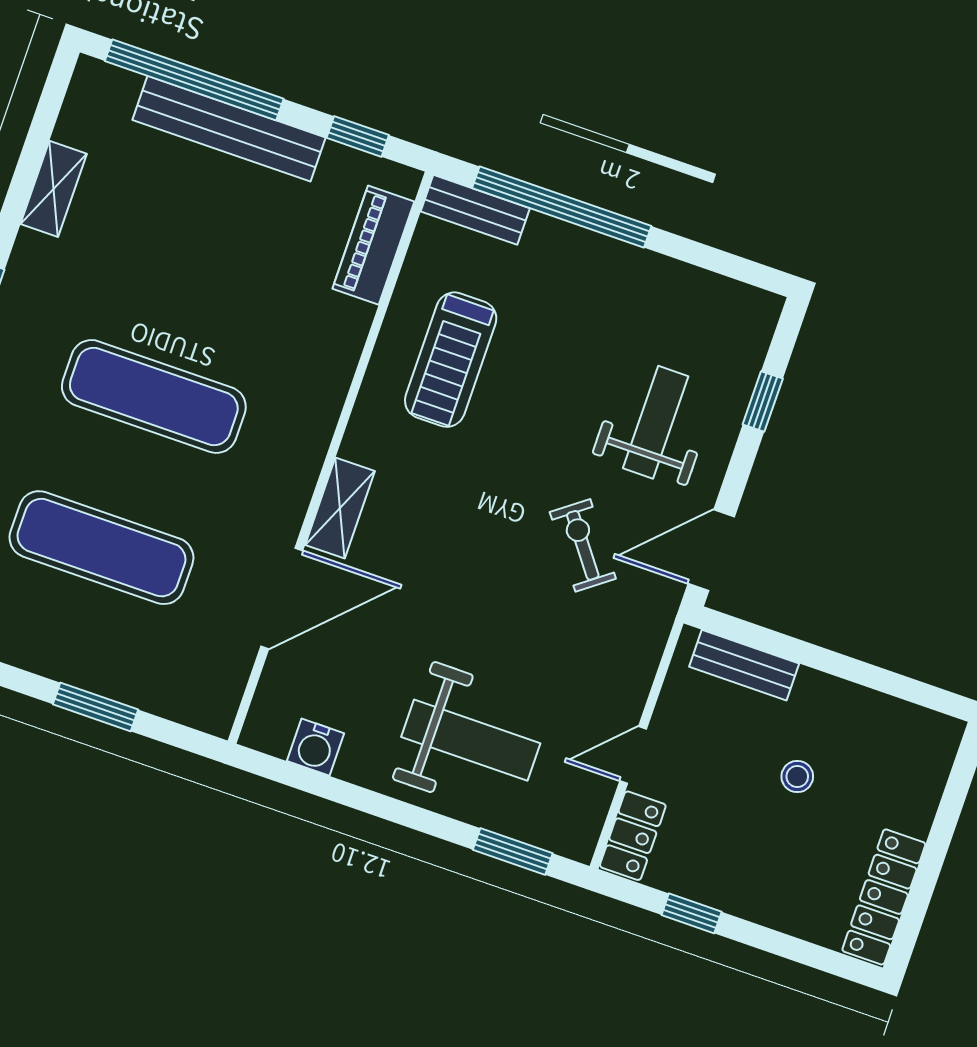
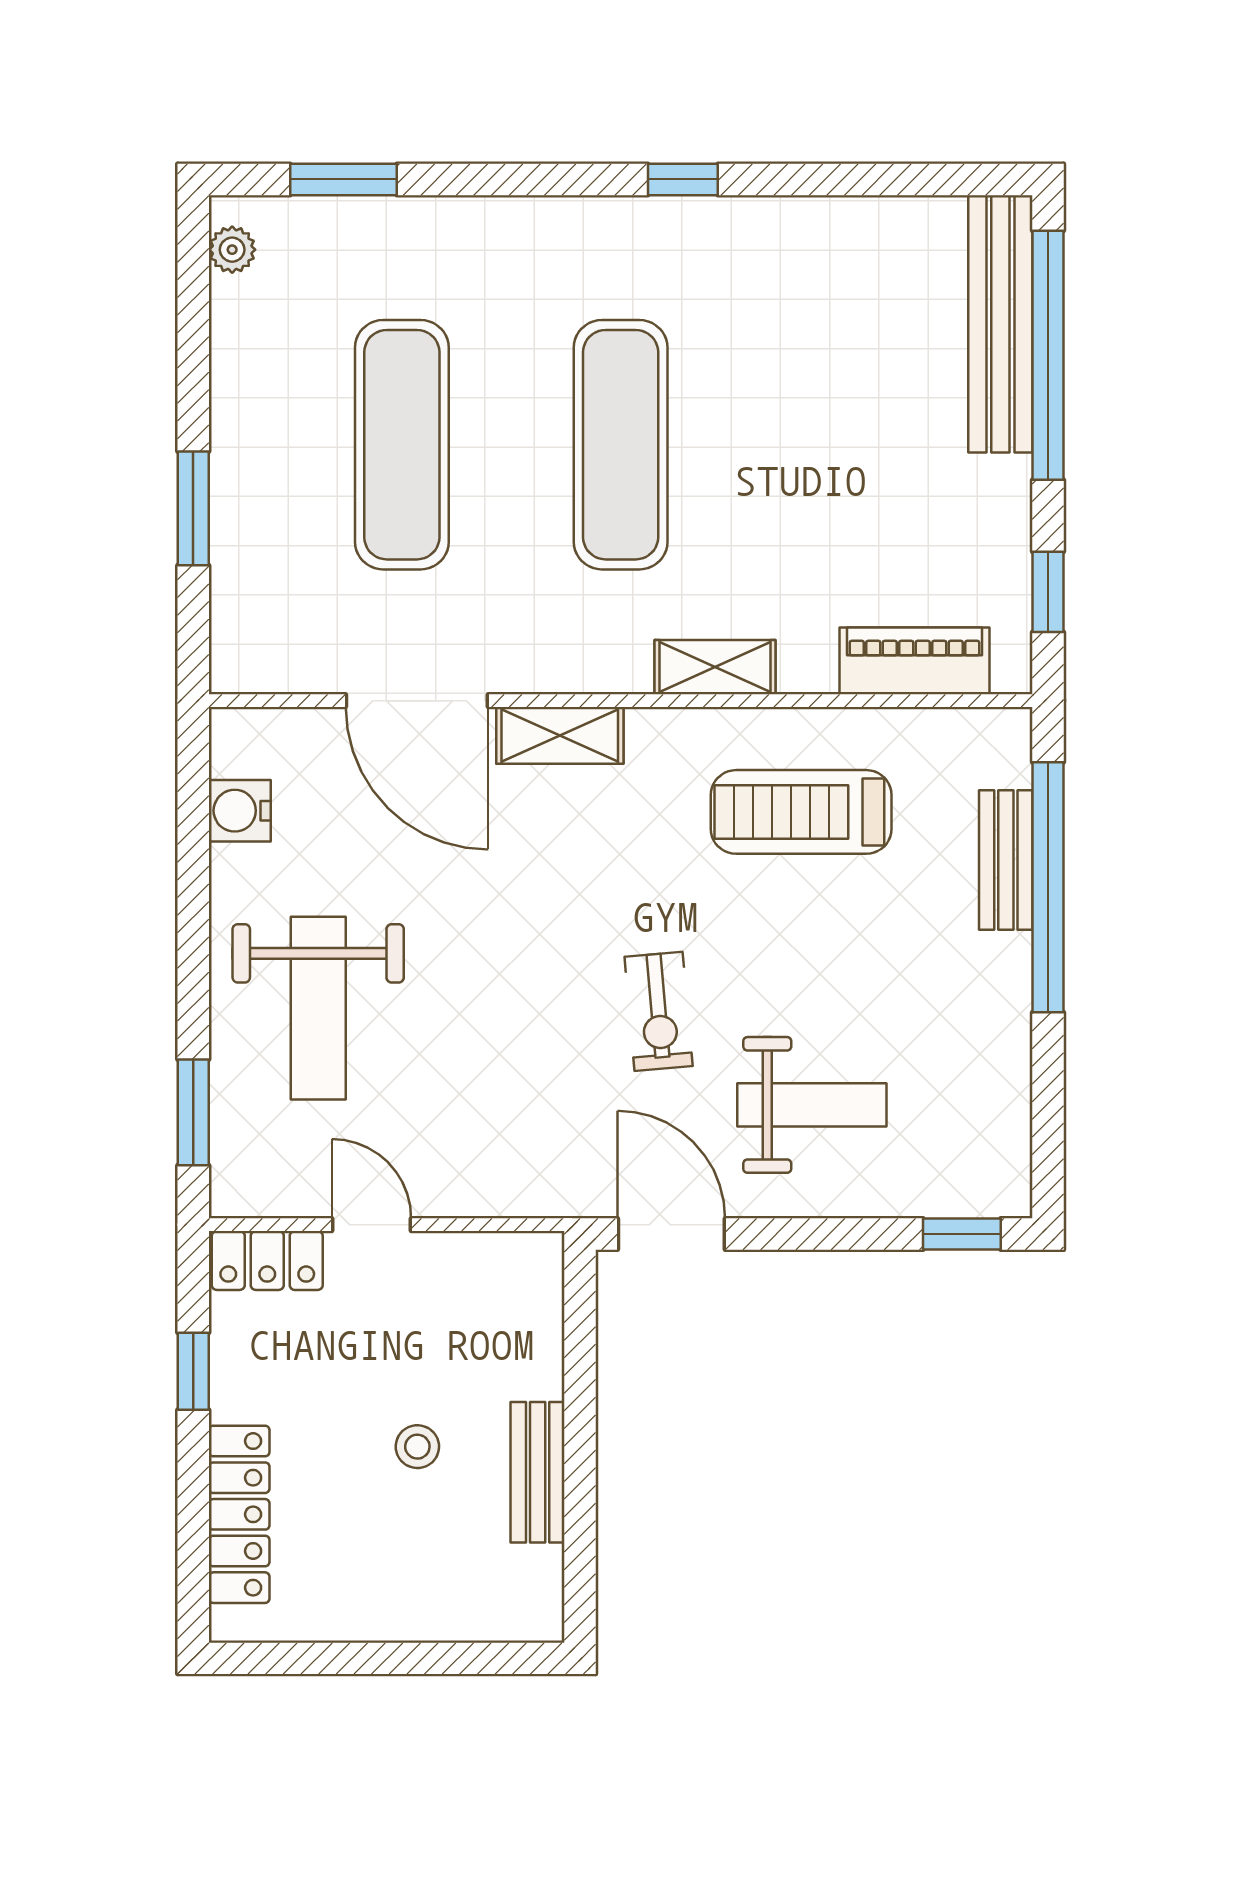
bench: (229, 129) -> (1000, 324), moved
shelving: (54, 189) -> (715, 667), moved
bench: (475, 210) -> (1006, 860), moved
window: (763, 401) -> (962, 1234), moved
exercise bike: (583, 545) -> (659, 1011), moved, turned 122
bench: (744, 665) -> (538, 1472), moved
locker: (884, 897) -> (239, 1514), moved, turned 90

